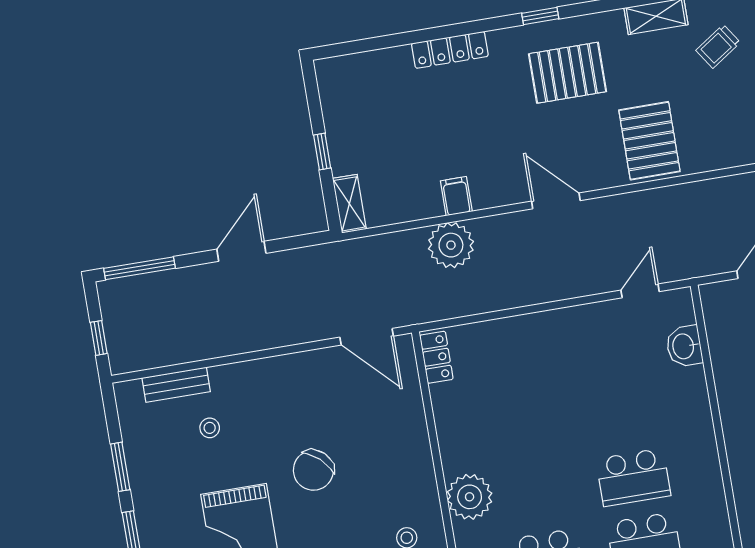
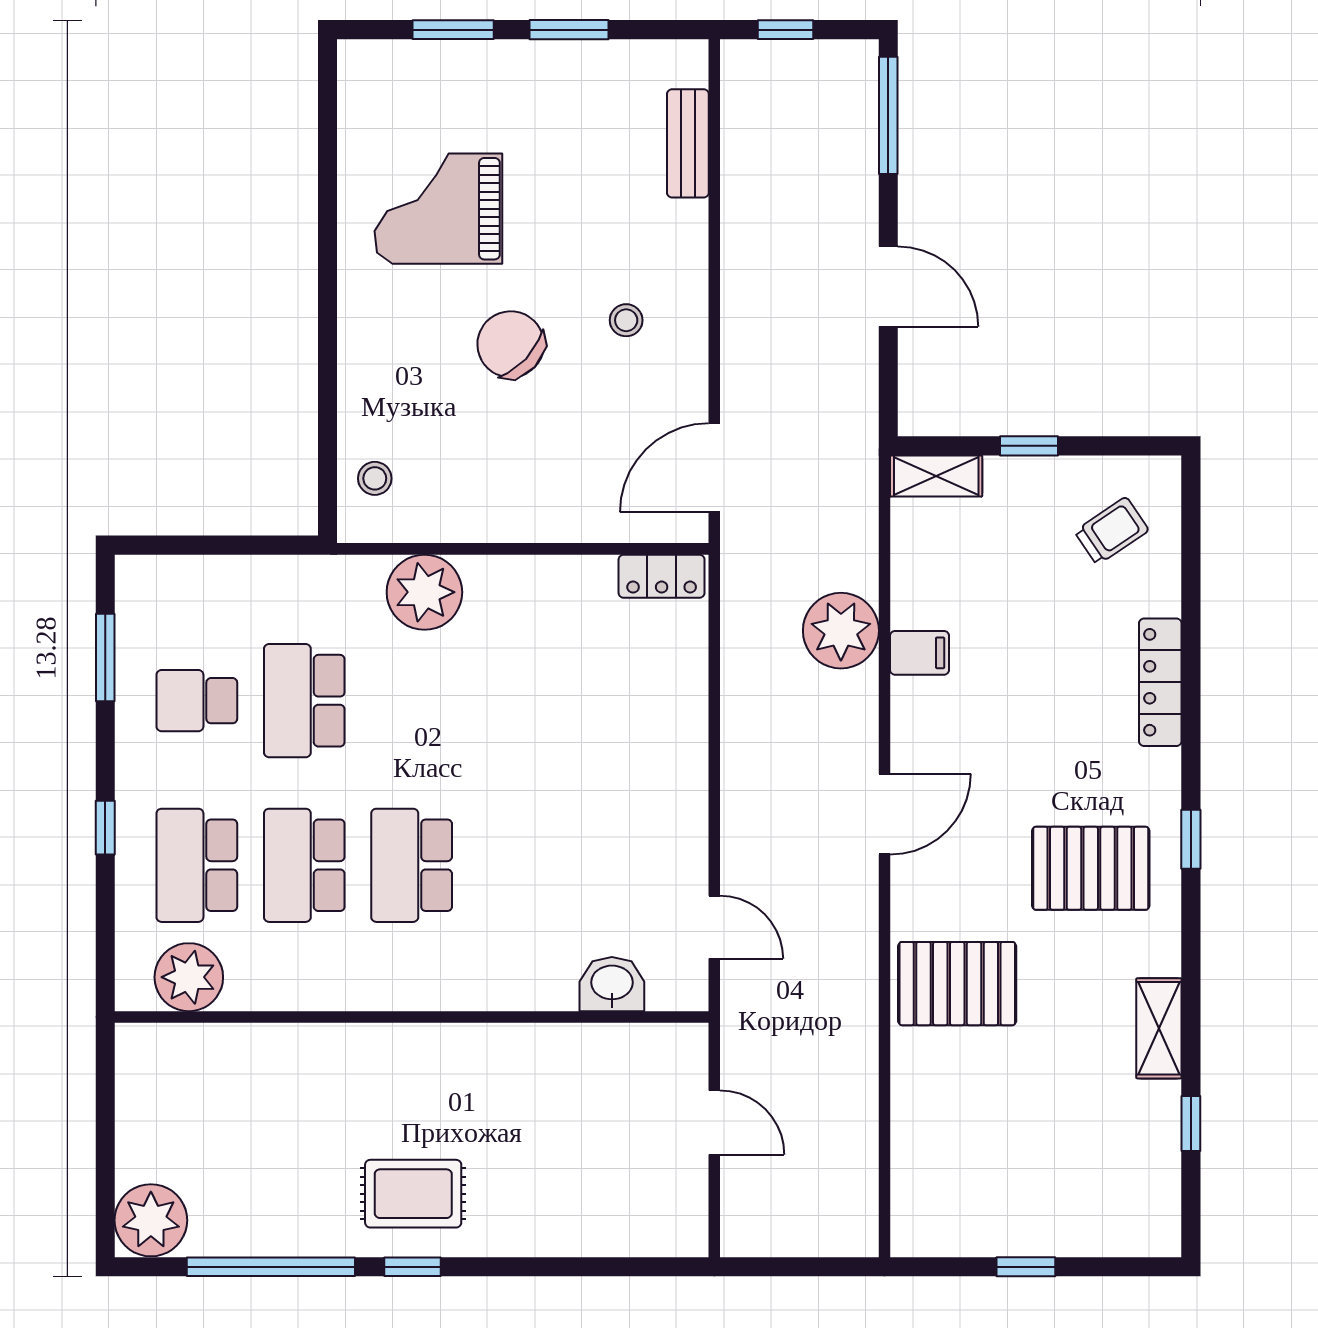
trolley: (718, 46) -> (1112, 531), moved, turned 90
pallet: (567, 73) -> (1091, 868), turned 90
stool: (210, 428) -> (626, 320), moved

